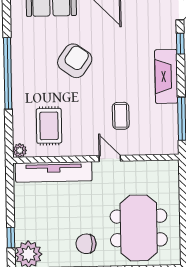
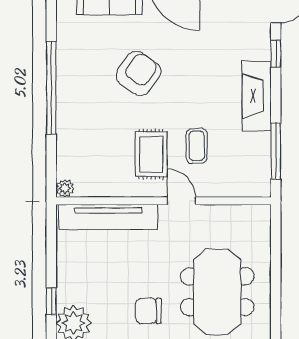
rug: (49, 126) -> (151, 154), moved

